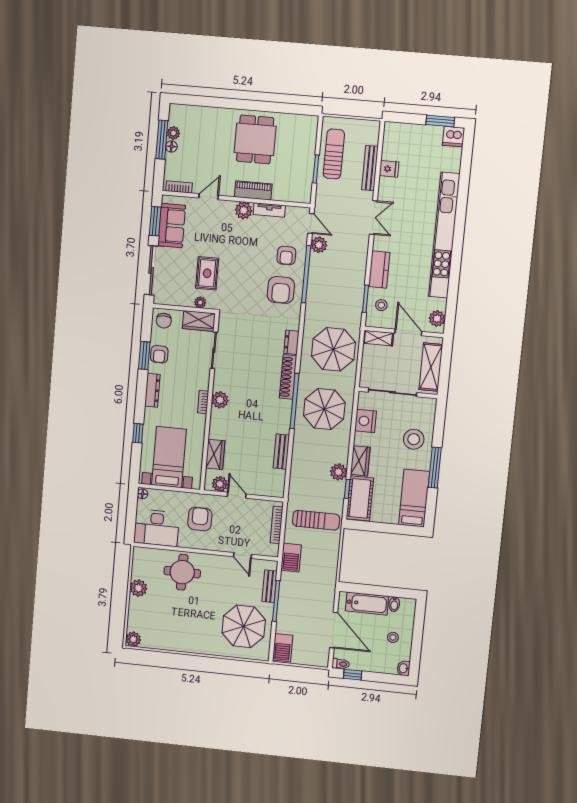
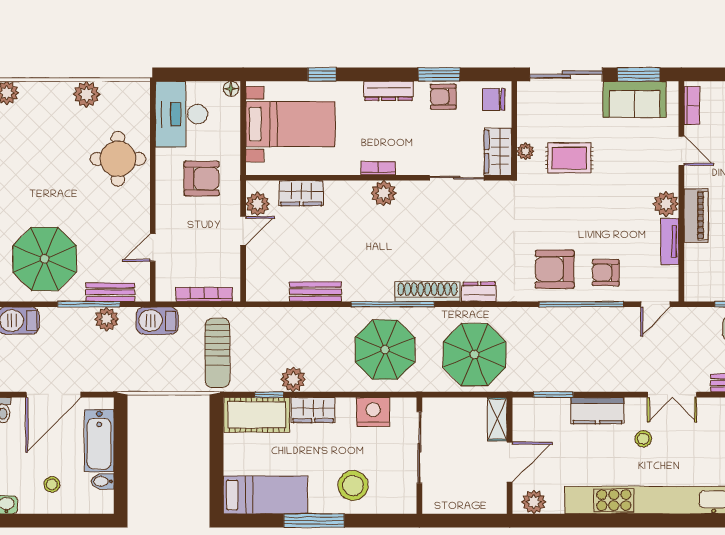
plant: (319, 245) -> (107, 319), moved
stool: (381, 305) -> (643, 439), moved
shelving: (431, 367) -> (462, 500), removed

